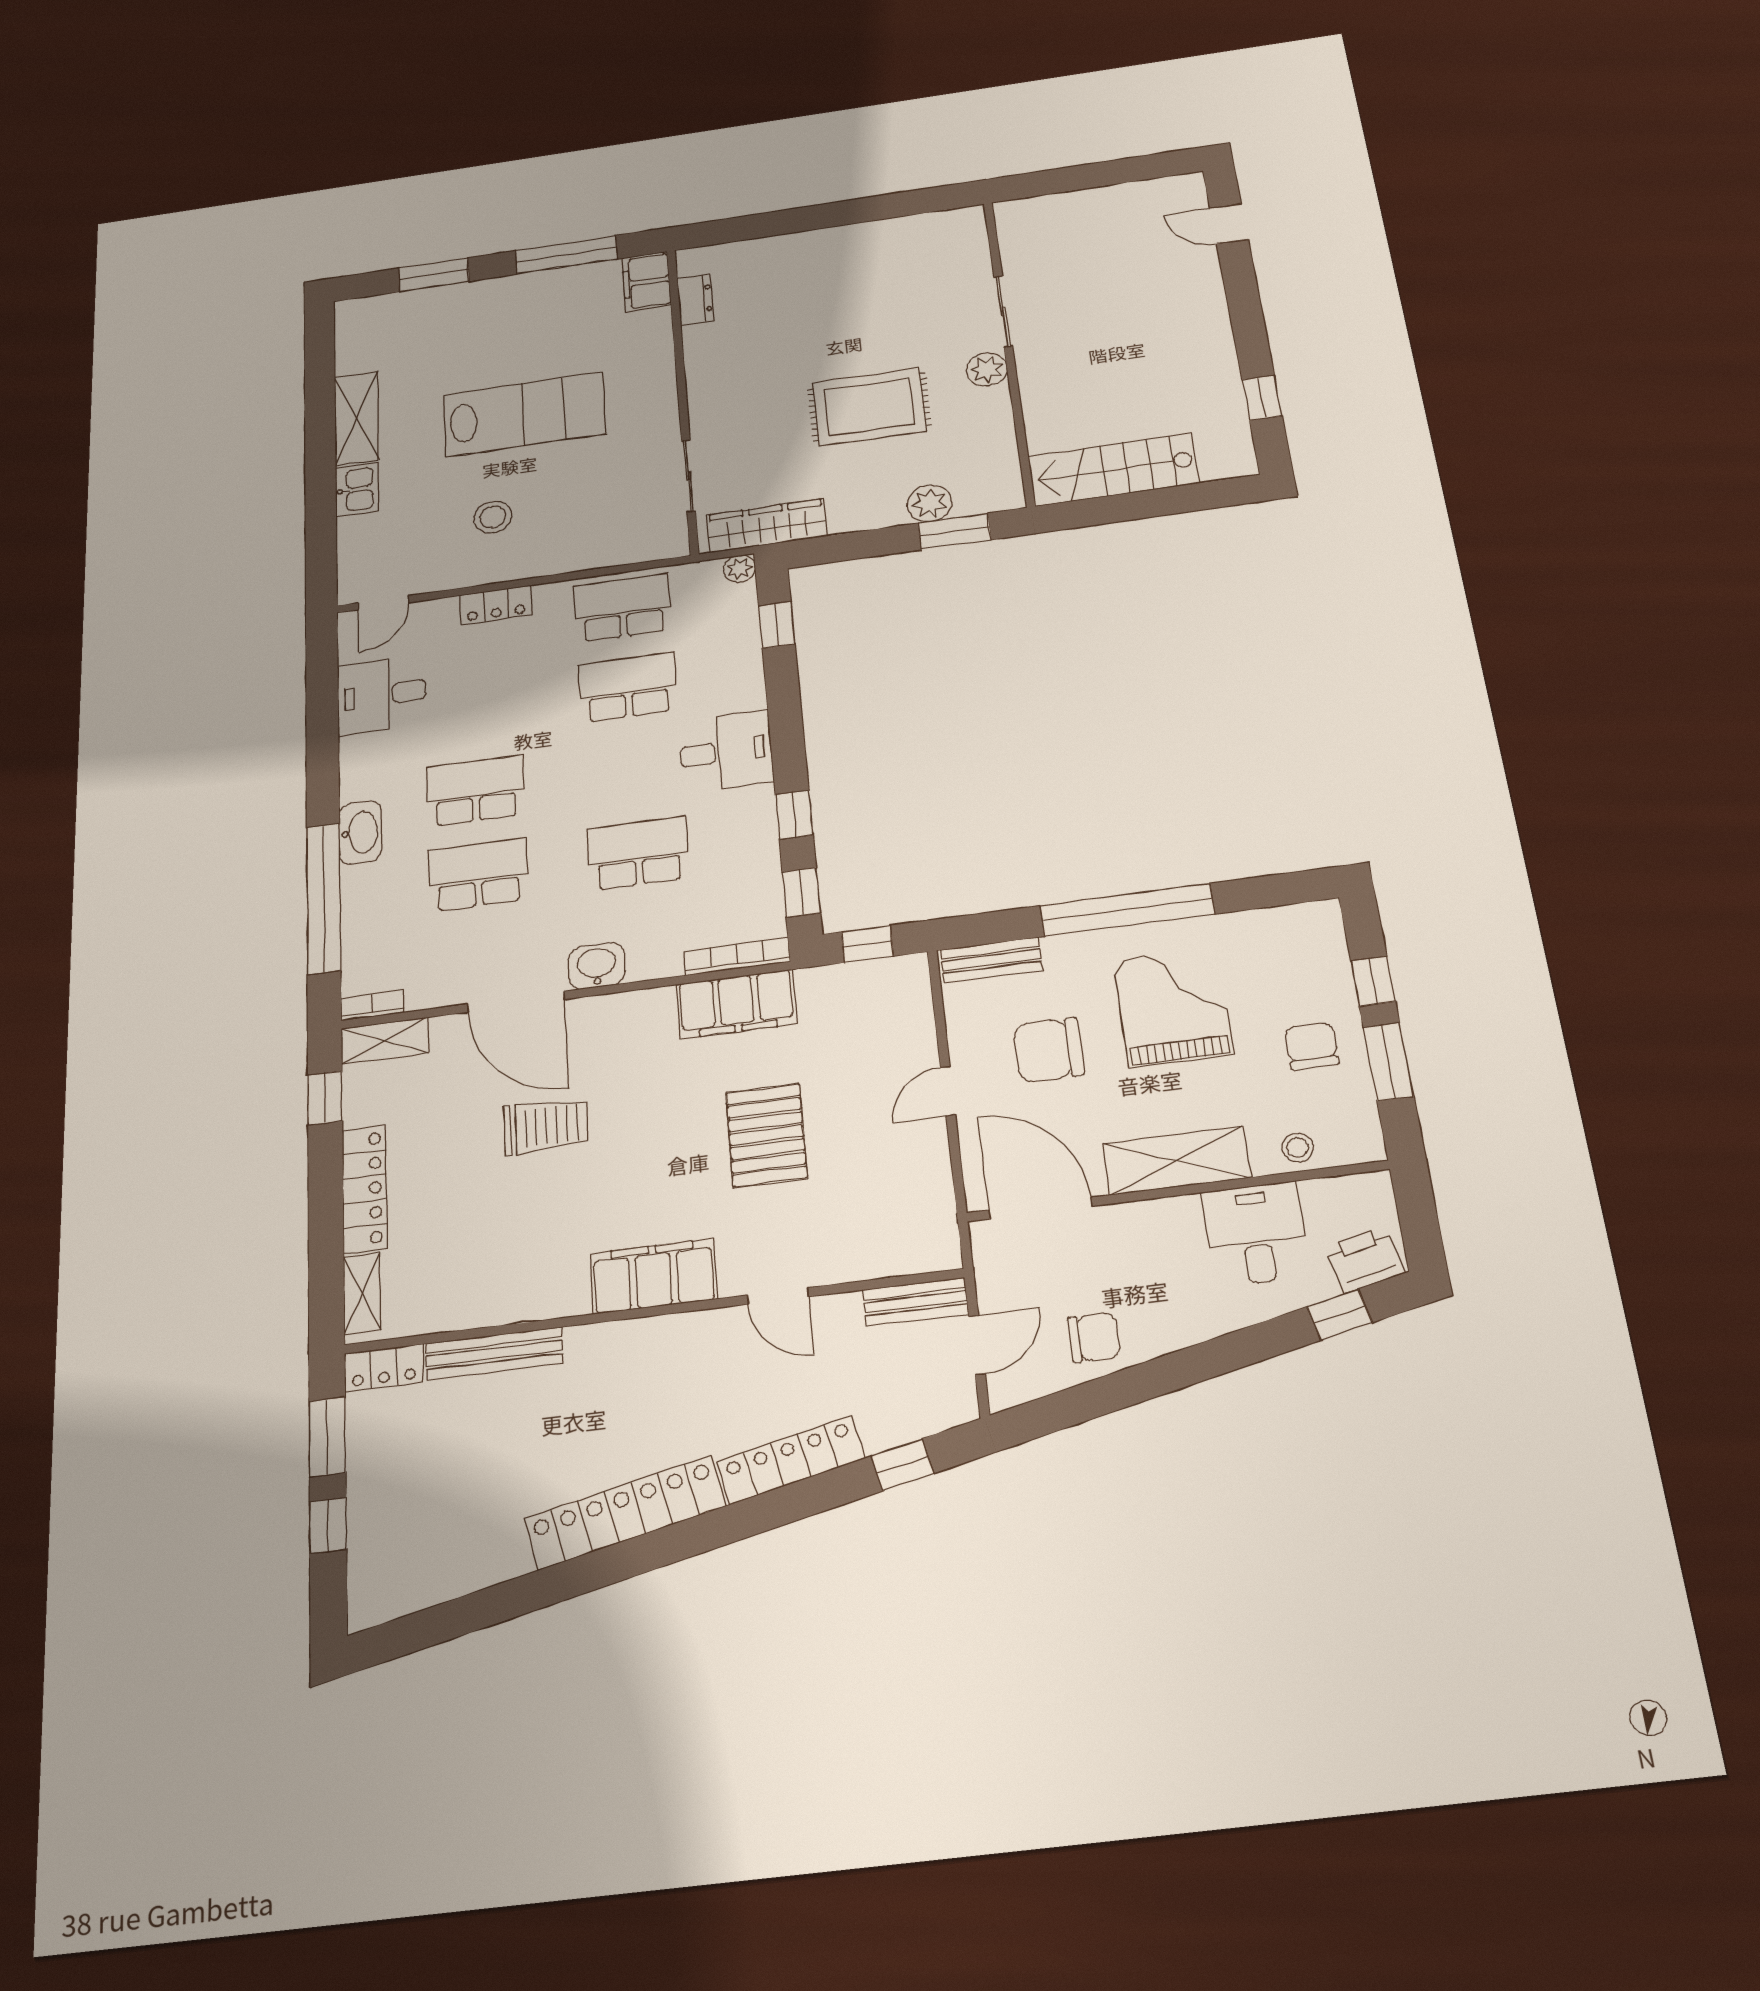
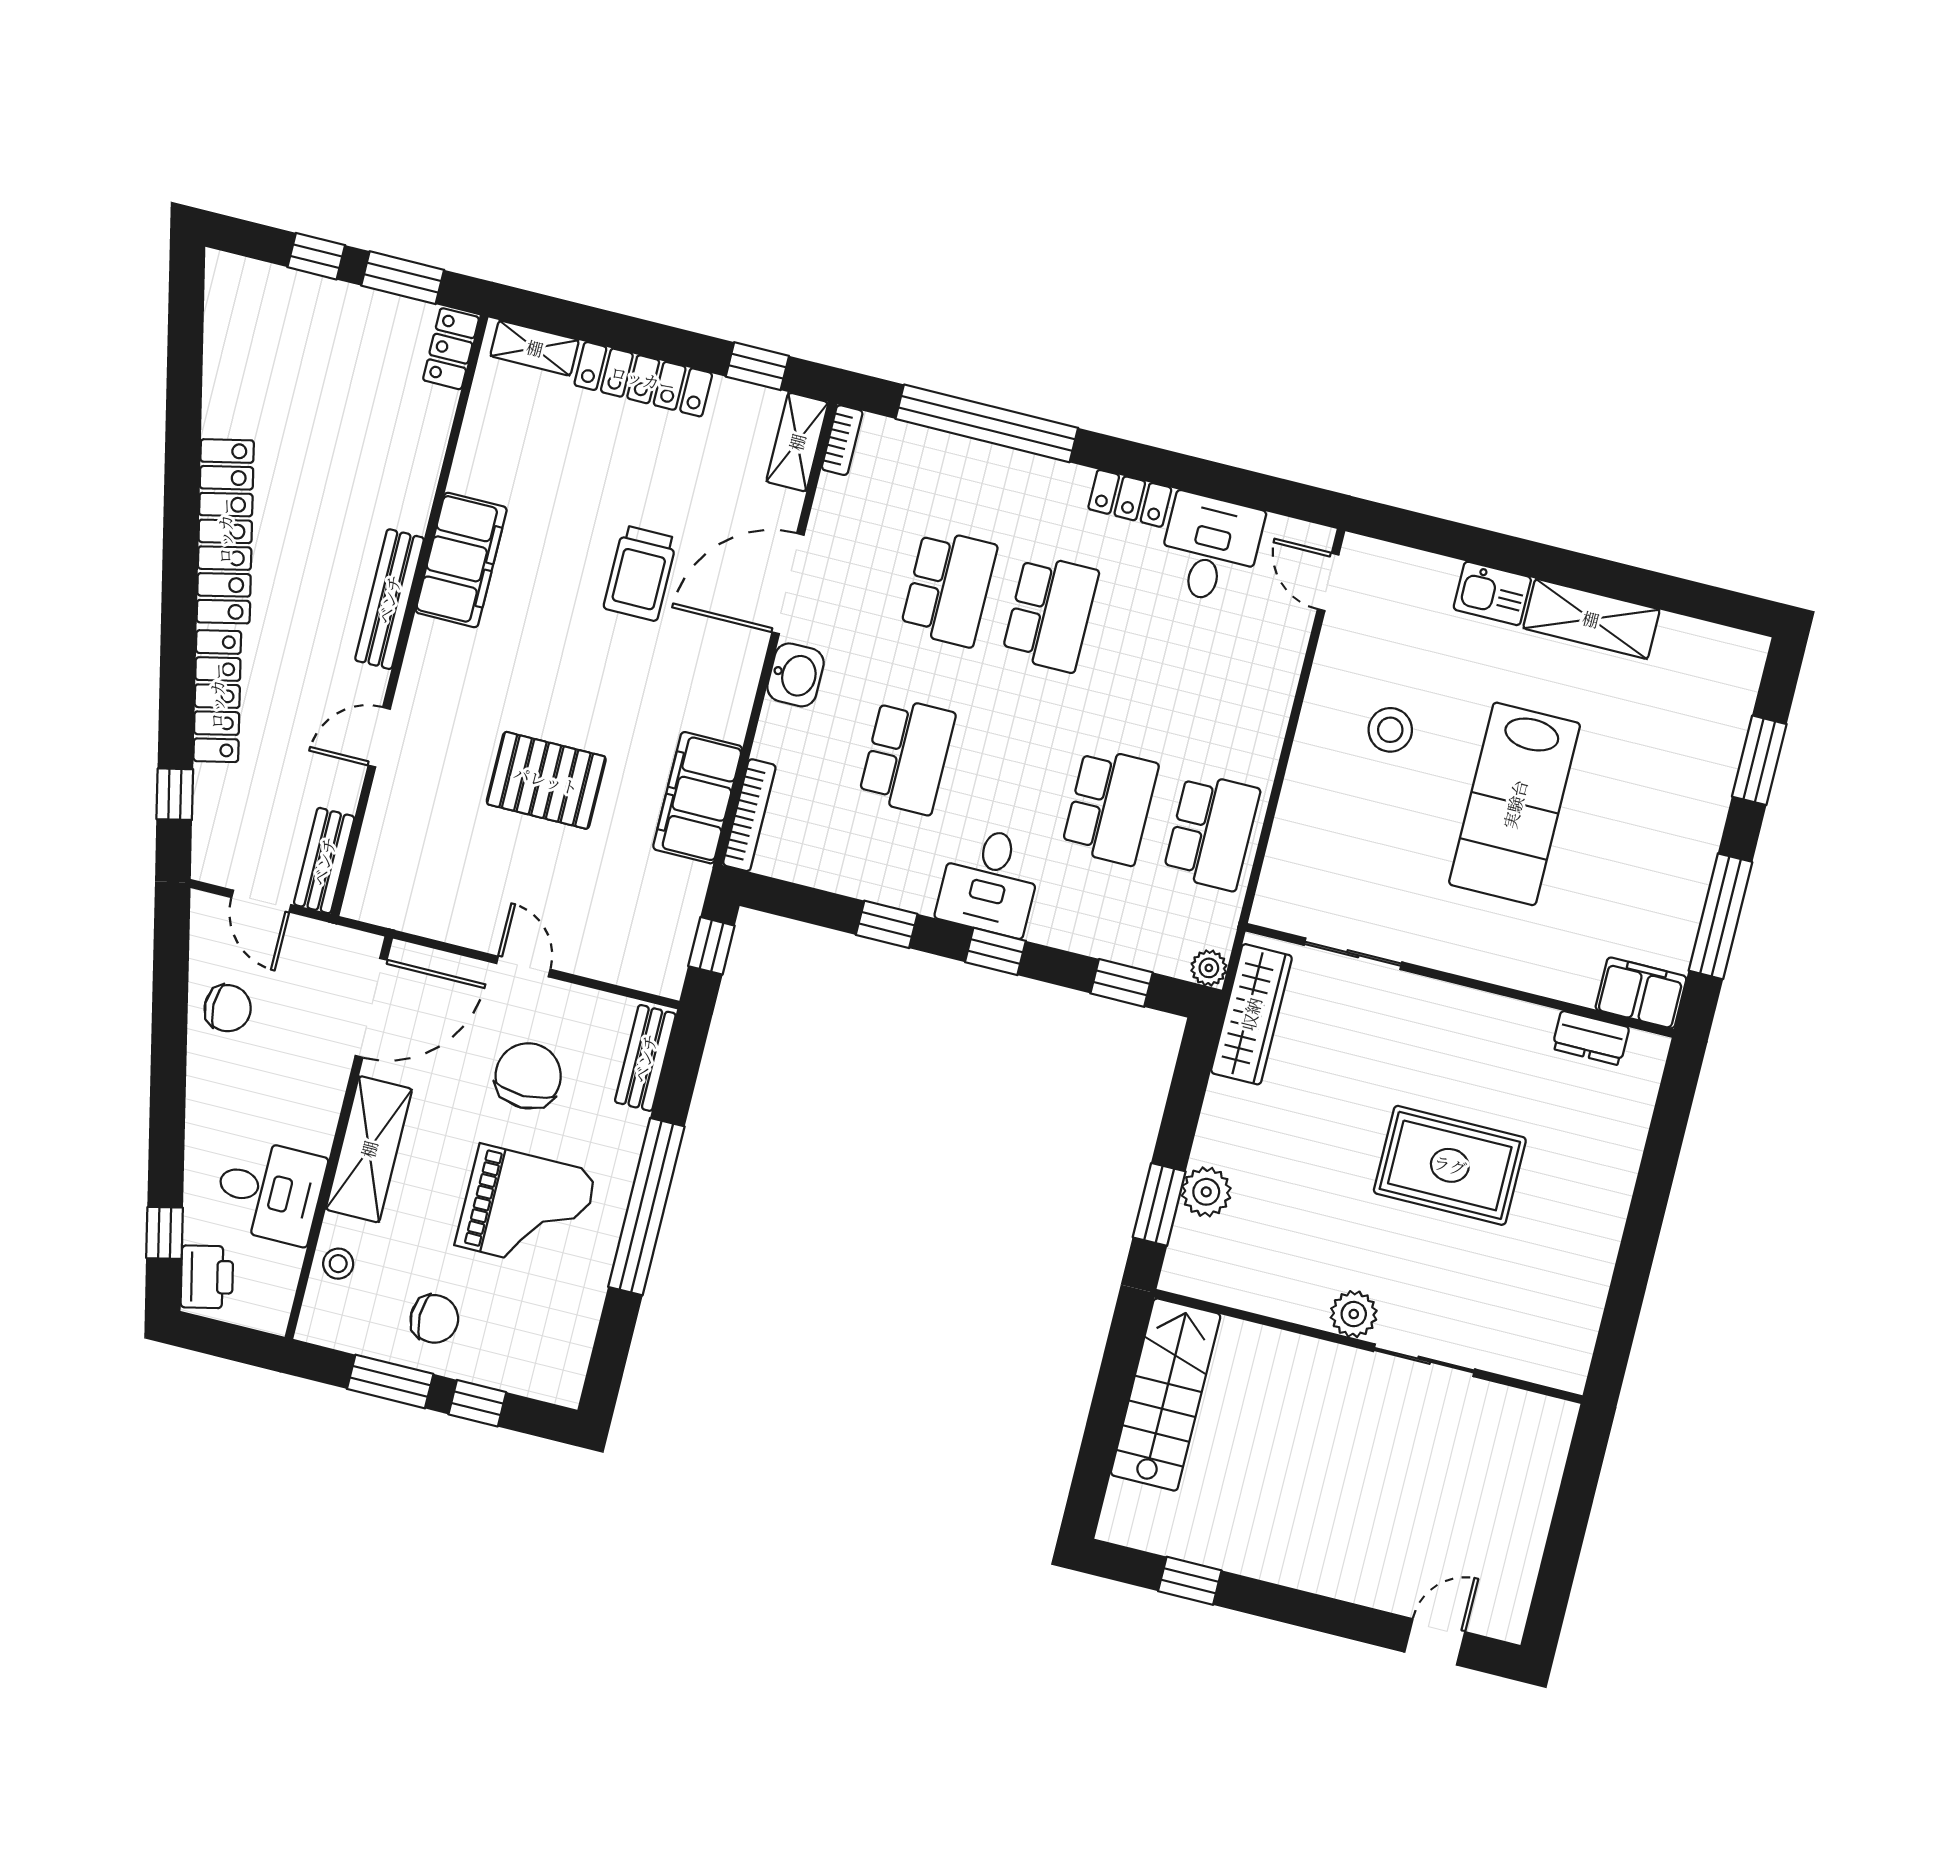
rug: (869, 407) -> (1450, 1165), moved, turned 90
locker: (496, 605) -> (1130, 498), moved, turned -90
washbasin: (360, 832) -> (1050, 481), removed
window: (801, 892) -> (995, 951), moved
filing cabinet: (653, 1276) -> (461, 560), moved
chair: (1094, 1337) -> (228, 1008), turned -90
bench: (494, 1353) -> (389, 599), moved

